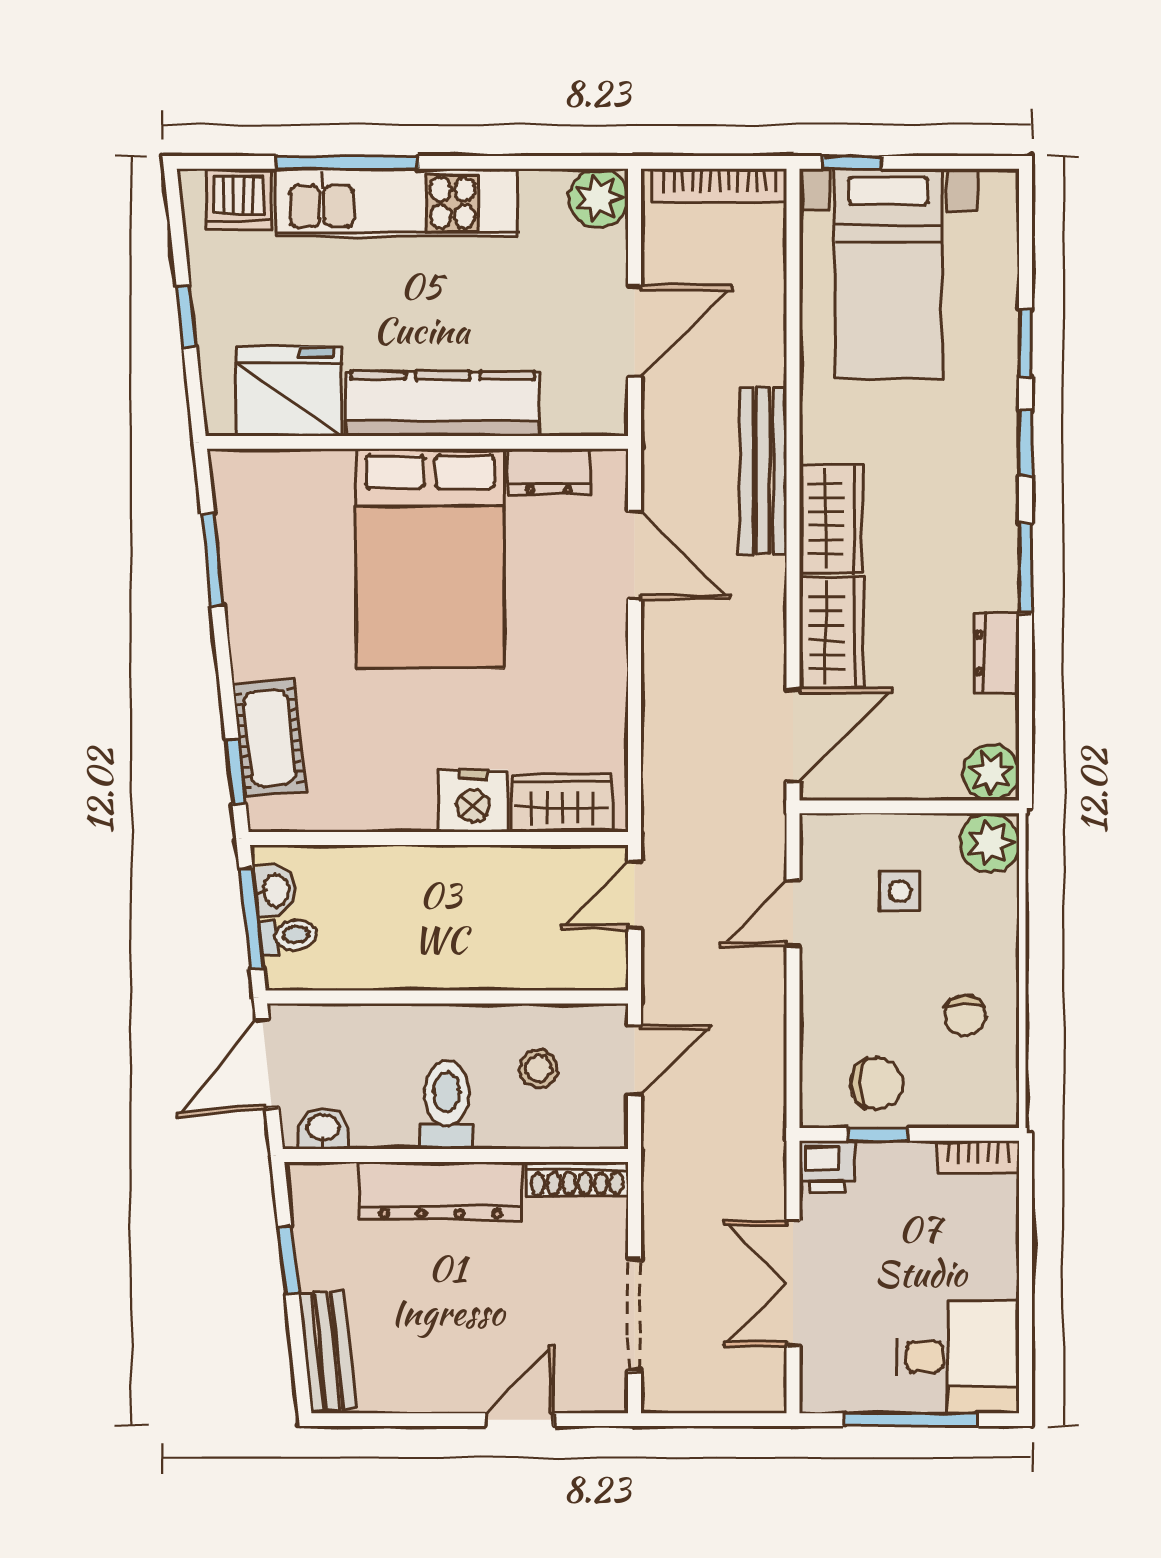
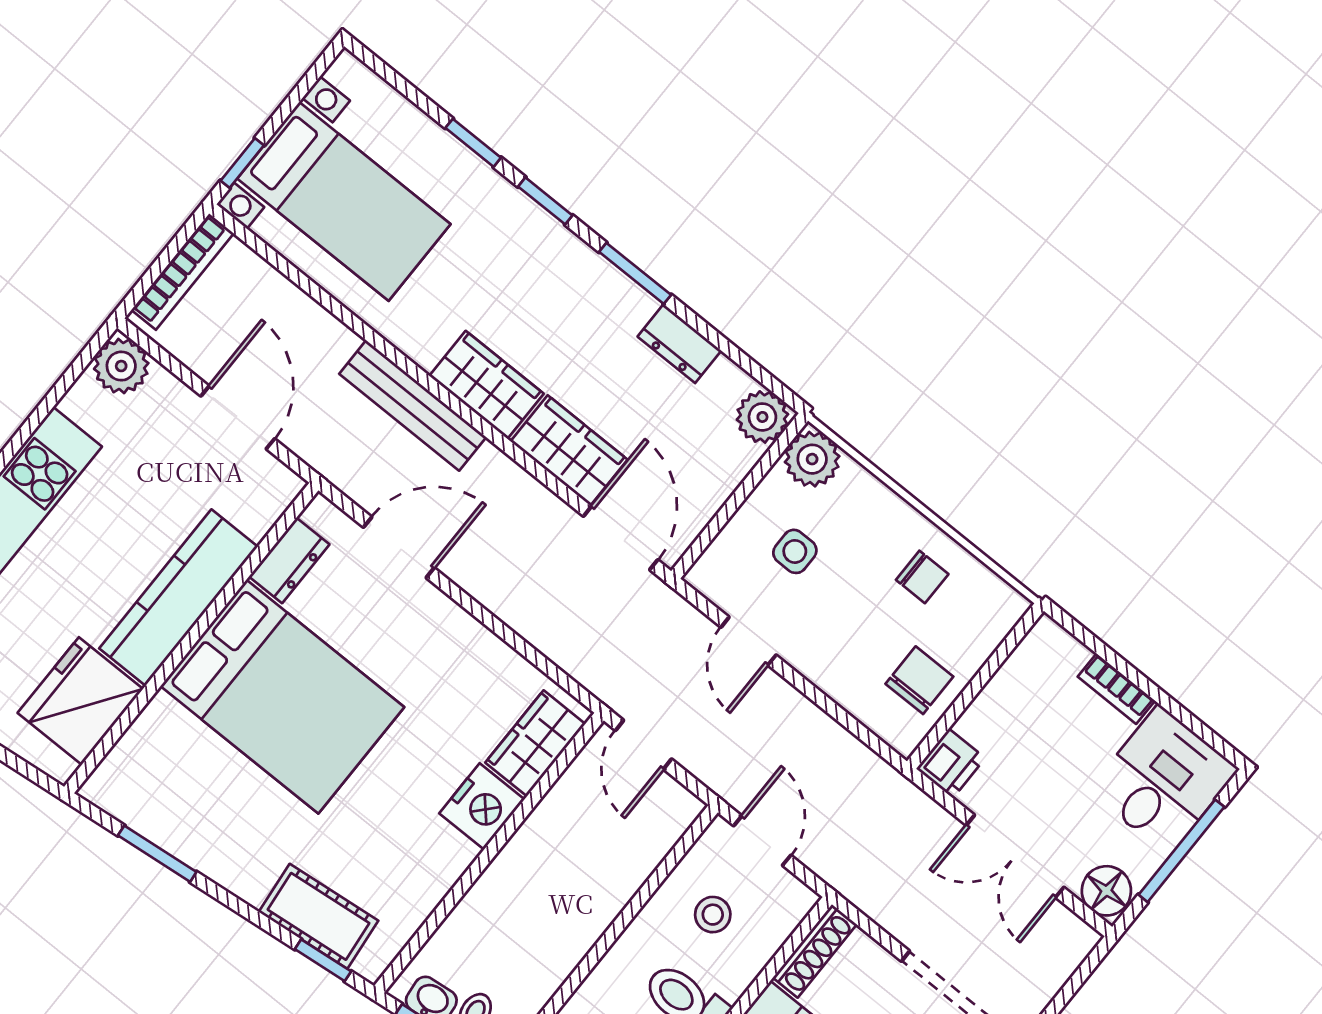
window: (878, 1134) -> (957, 708), removed
bookcase: (978, 1157) -> (1116, 689), moved, turned 90
floor lamp: (826, 1384) -> (1106, 891), added

